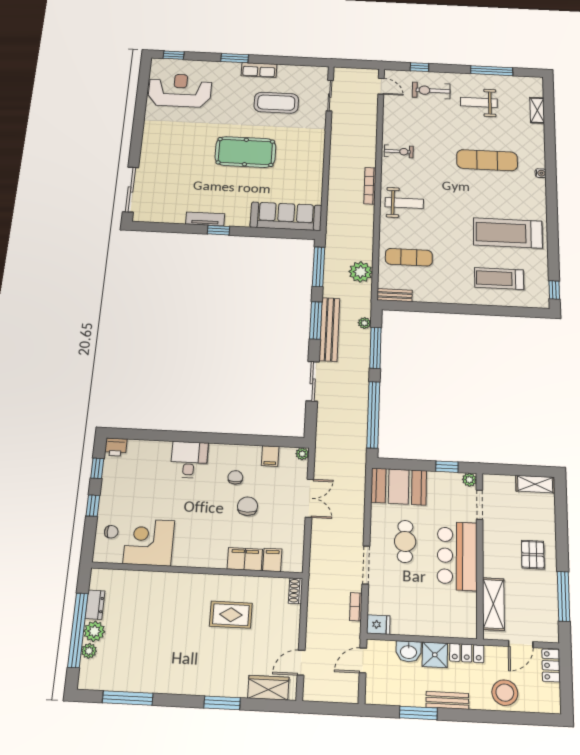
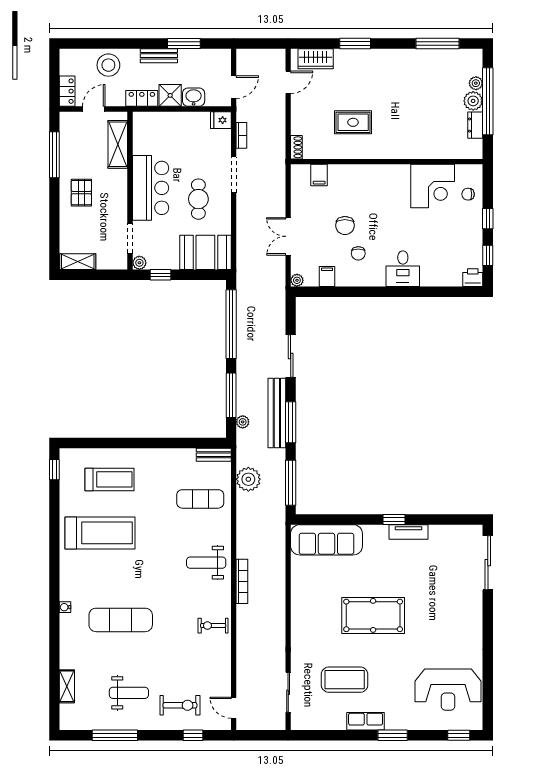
filing cabinet: (245, 559) -> (344, 175), removed

